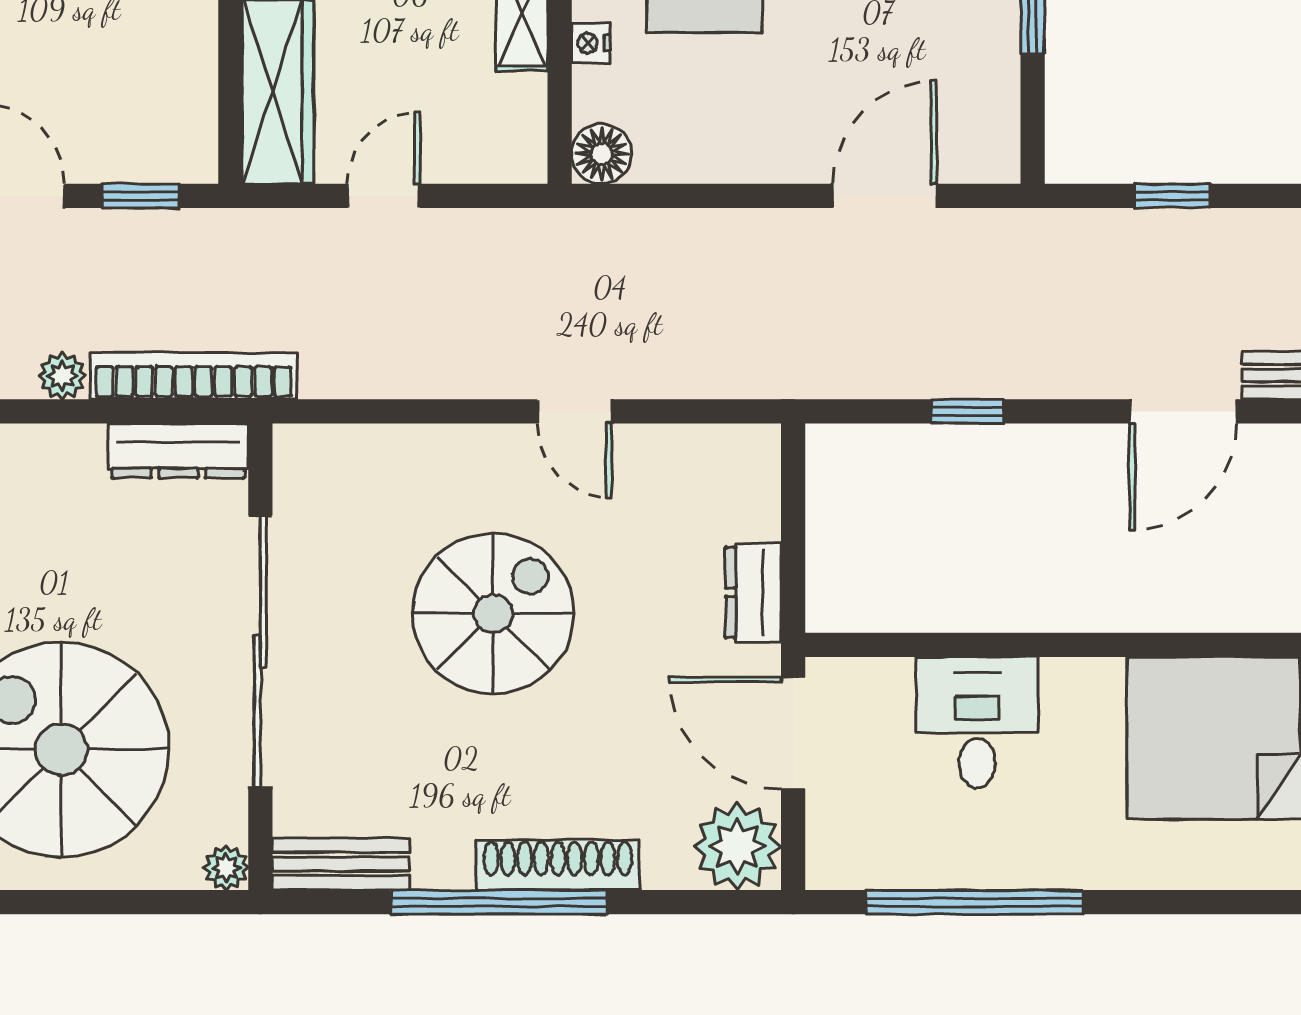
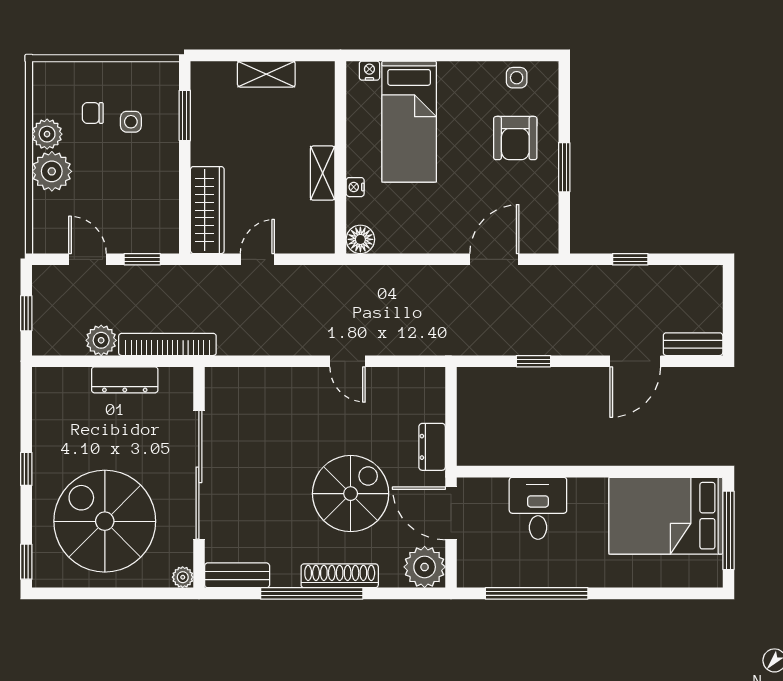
plant: (62, 376) -> (101, 340), width x1.38, depth x1.38
dresser: (178, 451) -> (125, 380), moved
spiral stairs: (493, 613) -> (351, 494), moved

